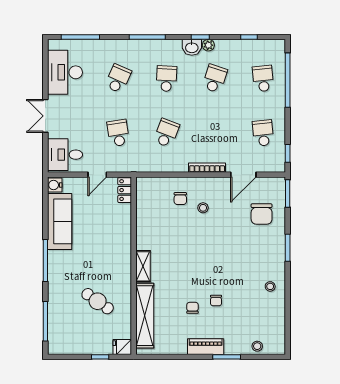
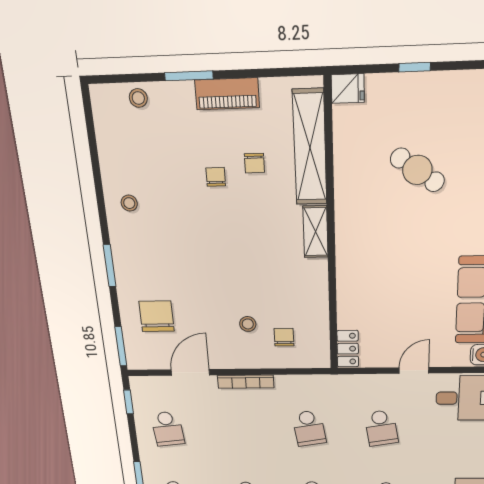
school desk: (166, 133) -> (309, 428), turned -30
locker: (125, 190) -> (348, 349), moved
wall: (134, 266) -> (331, 232), moved
shelving: (143, 266) -> (315, 232), moved
shelving: (145, 316) -> (310, 148), moved
fridge: (122, 347) -> (348, 89), moved

